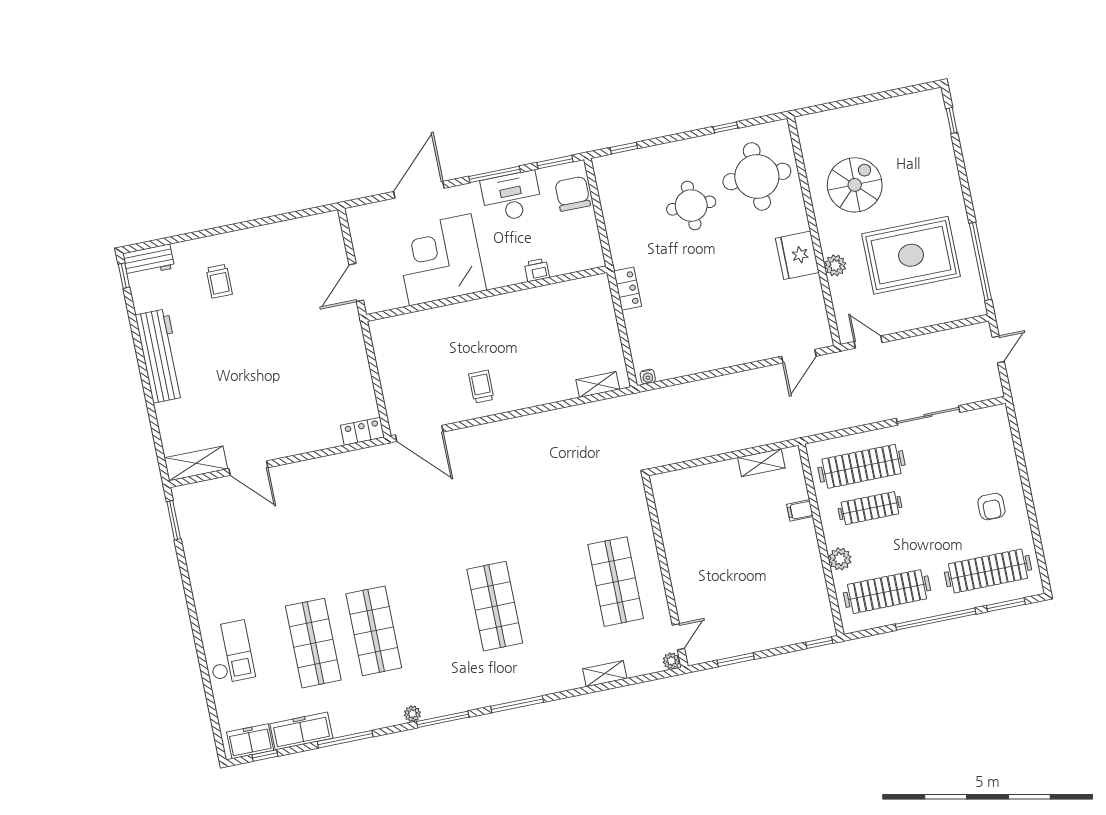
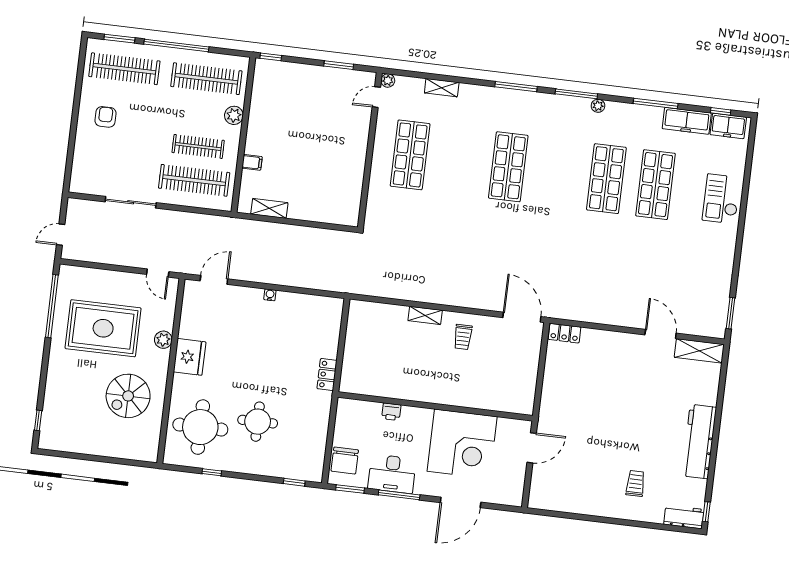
water cooler: (648, 377) -> (270, 295), moved
shelving: (598, 384) -> (425, 315), moved

